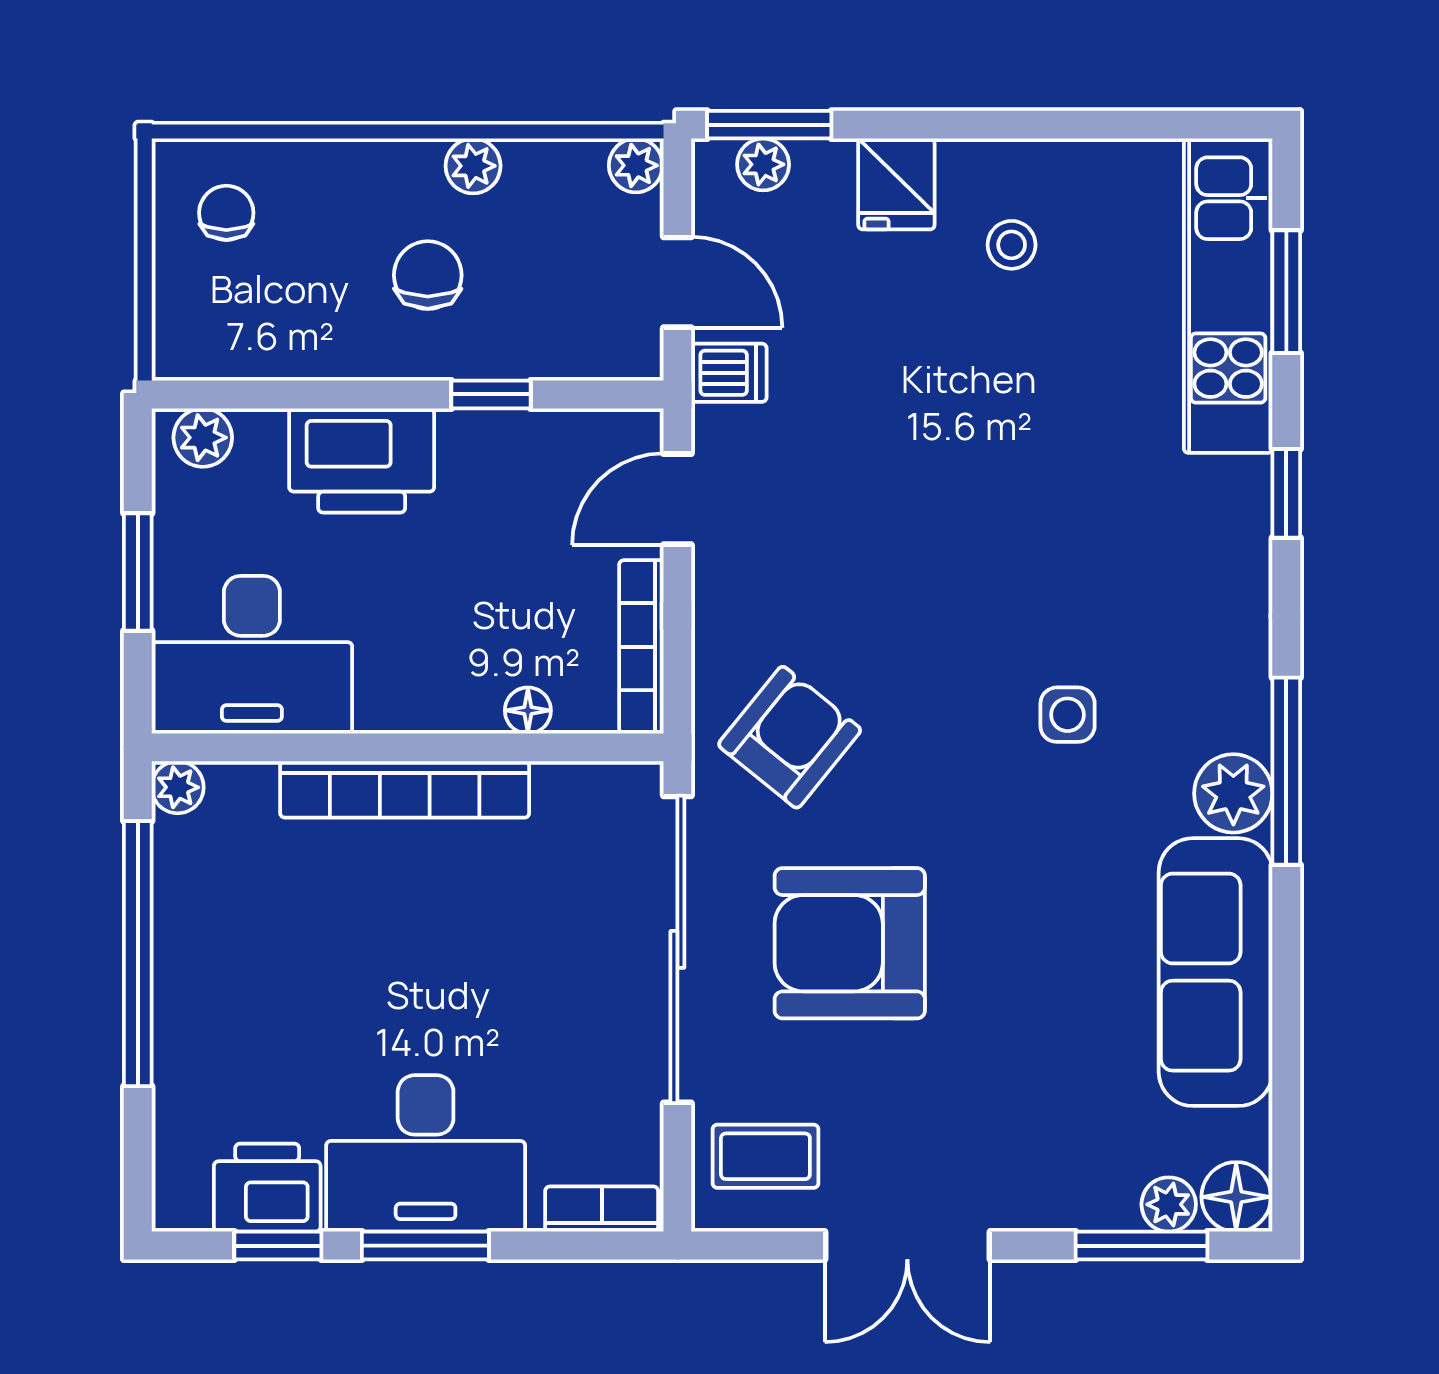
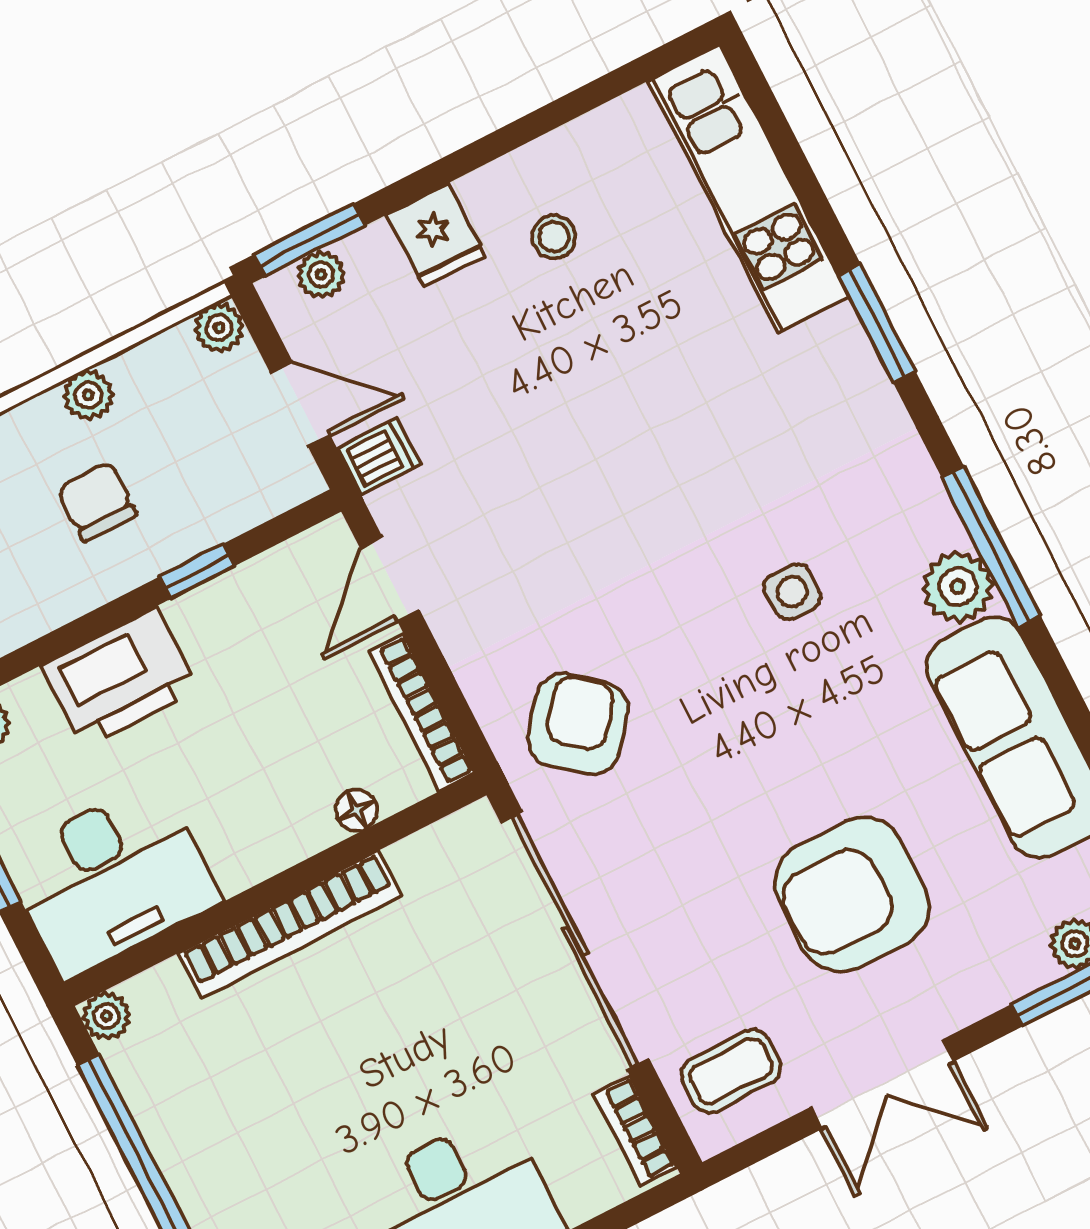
window: (1286, 292) -> (794, 161), removed
window: (1286, 493) -> (877, 324), width x1.50
armchair: (850, 943) -> (852, 894), moved
bookcase: (602, 1209) -> (635, 1131), moved, turned -90

